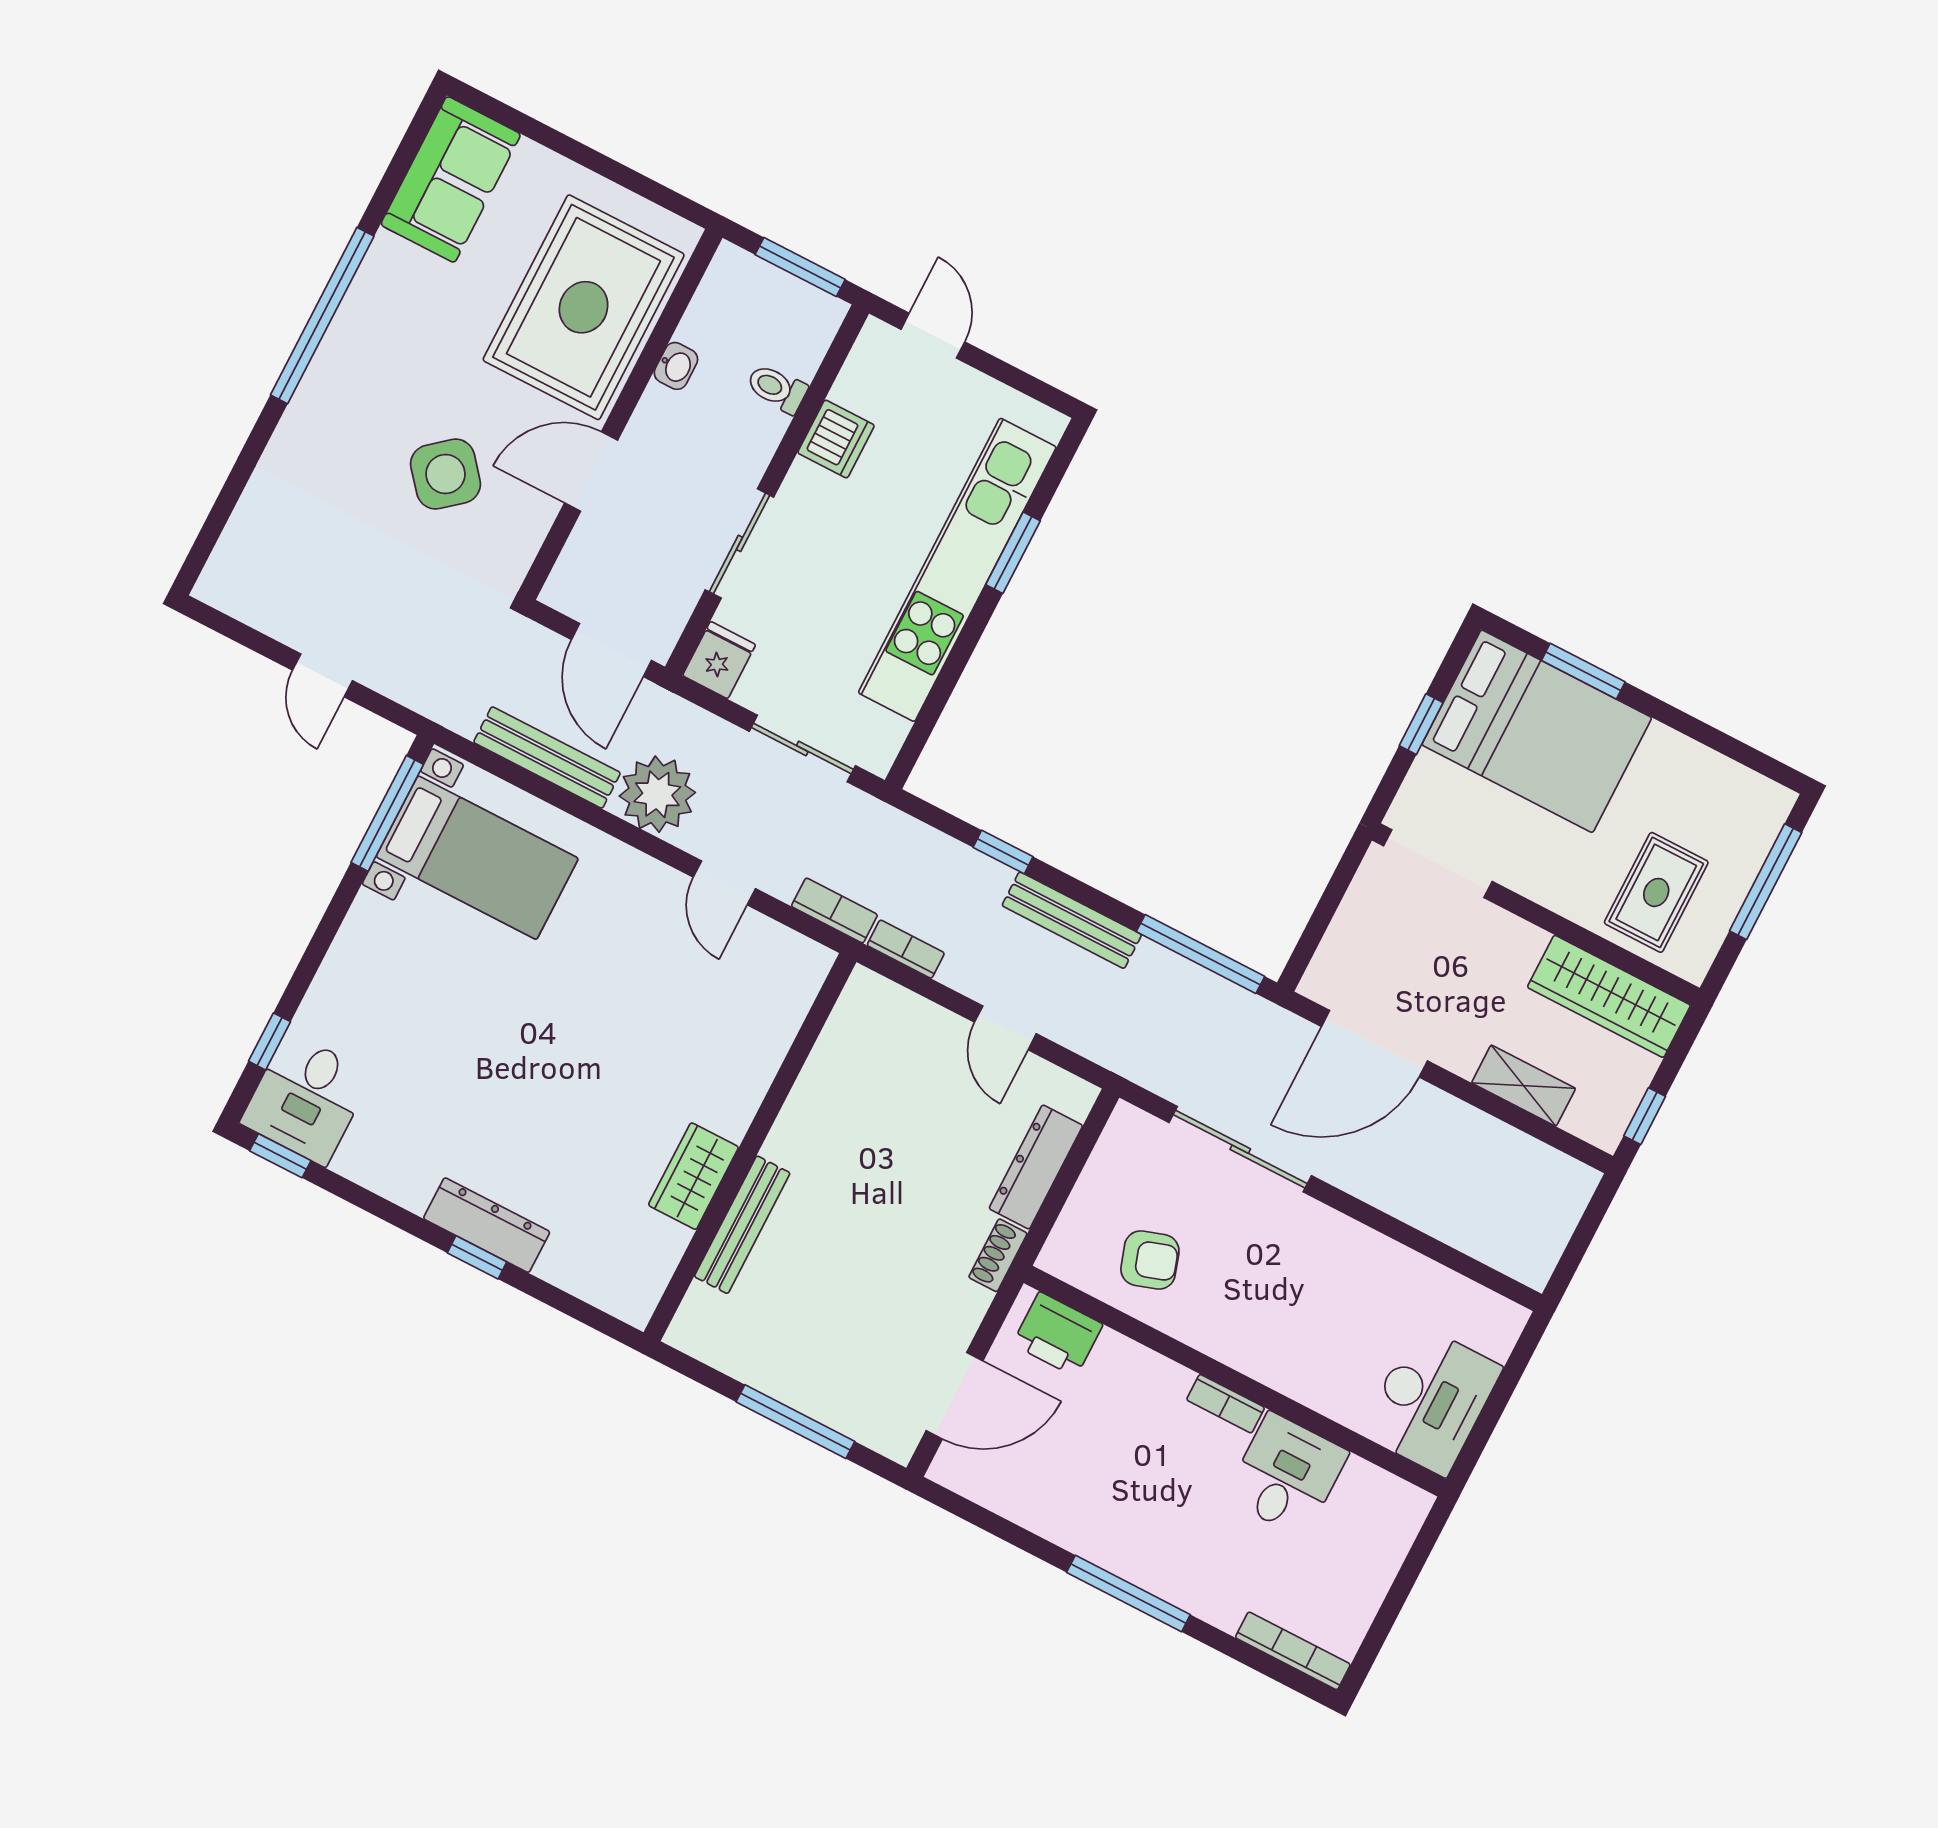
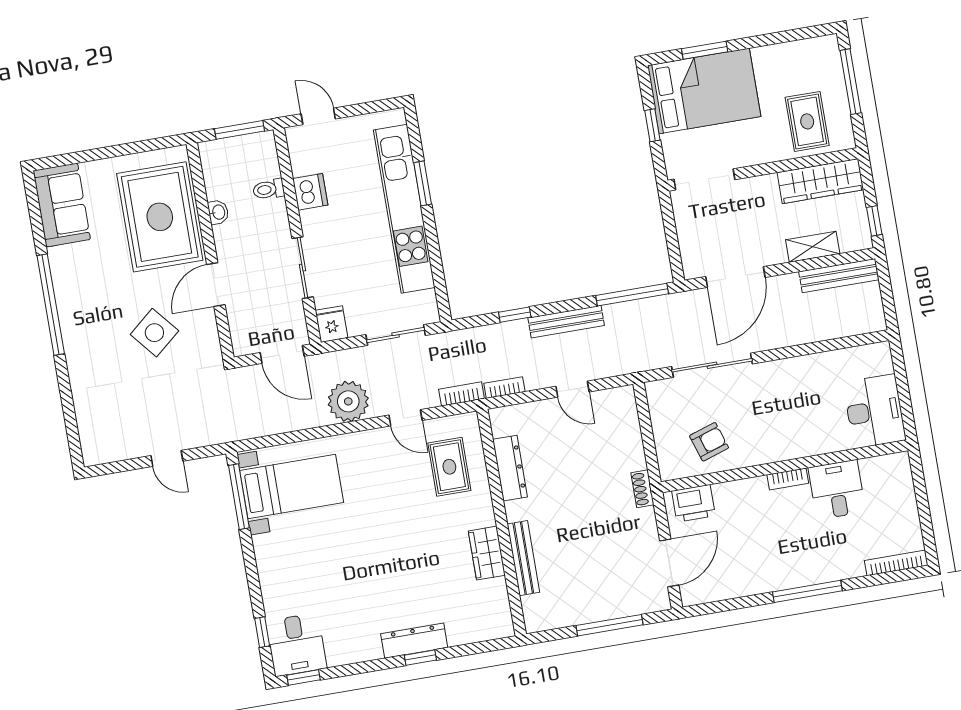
bench: (547, 758) -> (839, 276), moved
rug: (735, 1005) -> (449, 467), added
dresser: (1036, 1167) -> (510, 468), moved, turned 180

